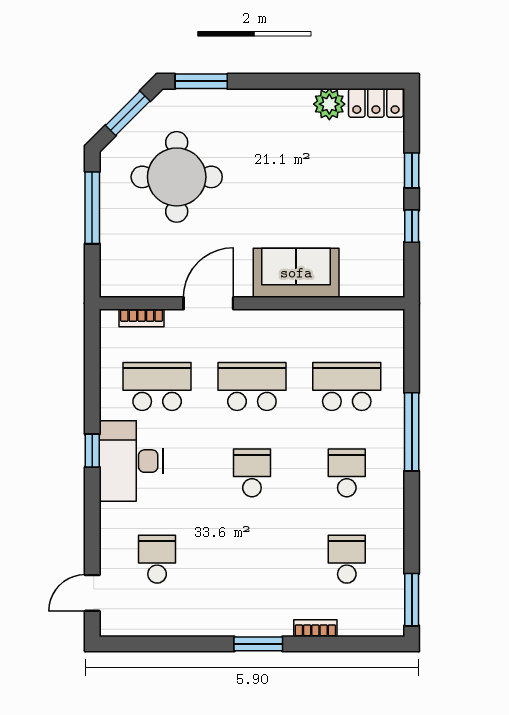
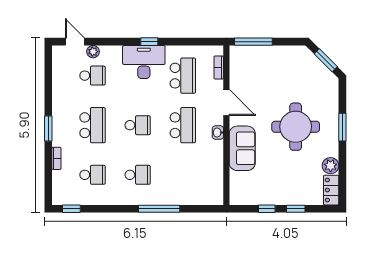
window: (201, 81) -> (342, 127), moved
round table: (177, 177) -> (296, 127), moved
window: (92, 208) -> (253, 42), moved
washbasin: (266, 319) -> (218, 133), added
school desk: (347, 387) -> (93, 125), moved
plant: (111, 558) -> (93, 52), added
window: (412, 600) -> (71, 209), width x0.67

